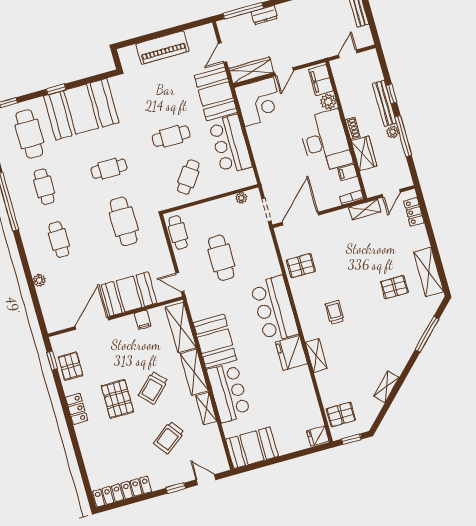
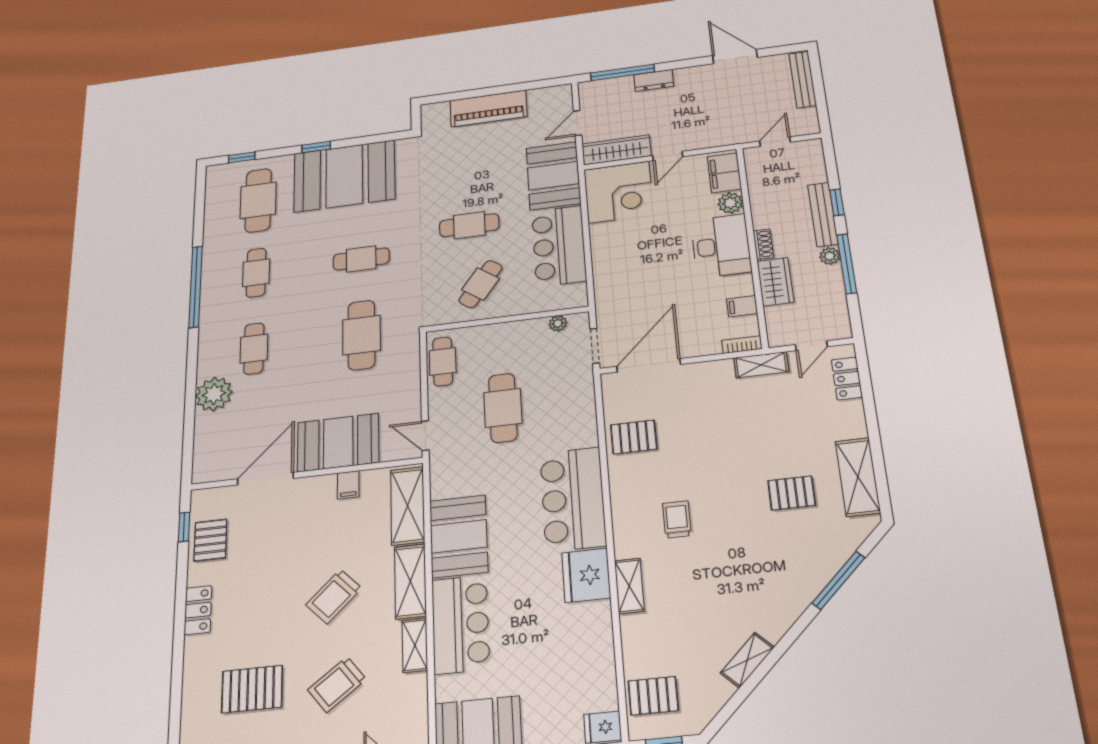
desk: (325, 141) -> (721, 246), width x0.73, depth x0.77
plant: (39, 280) -> (214, 394), width x1.88, depth x1.88
pallet: (117, 399) -> (252, 689), moved, turned 90

